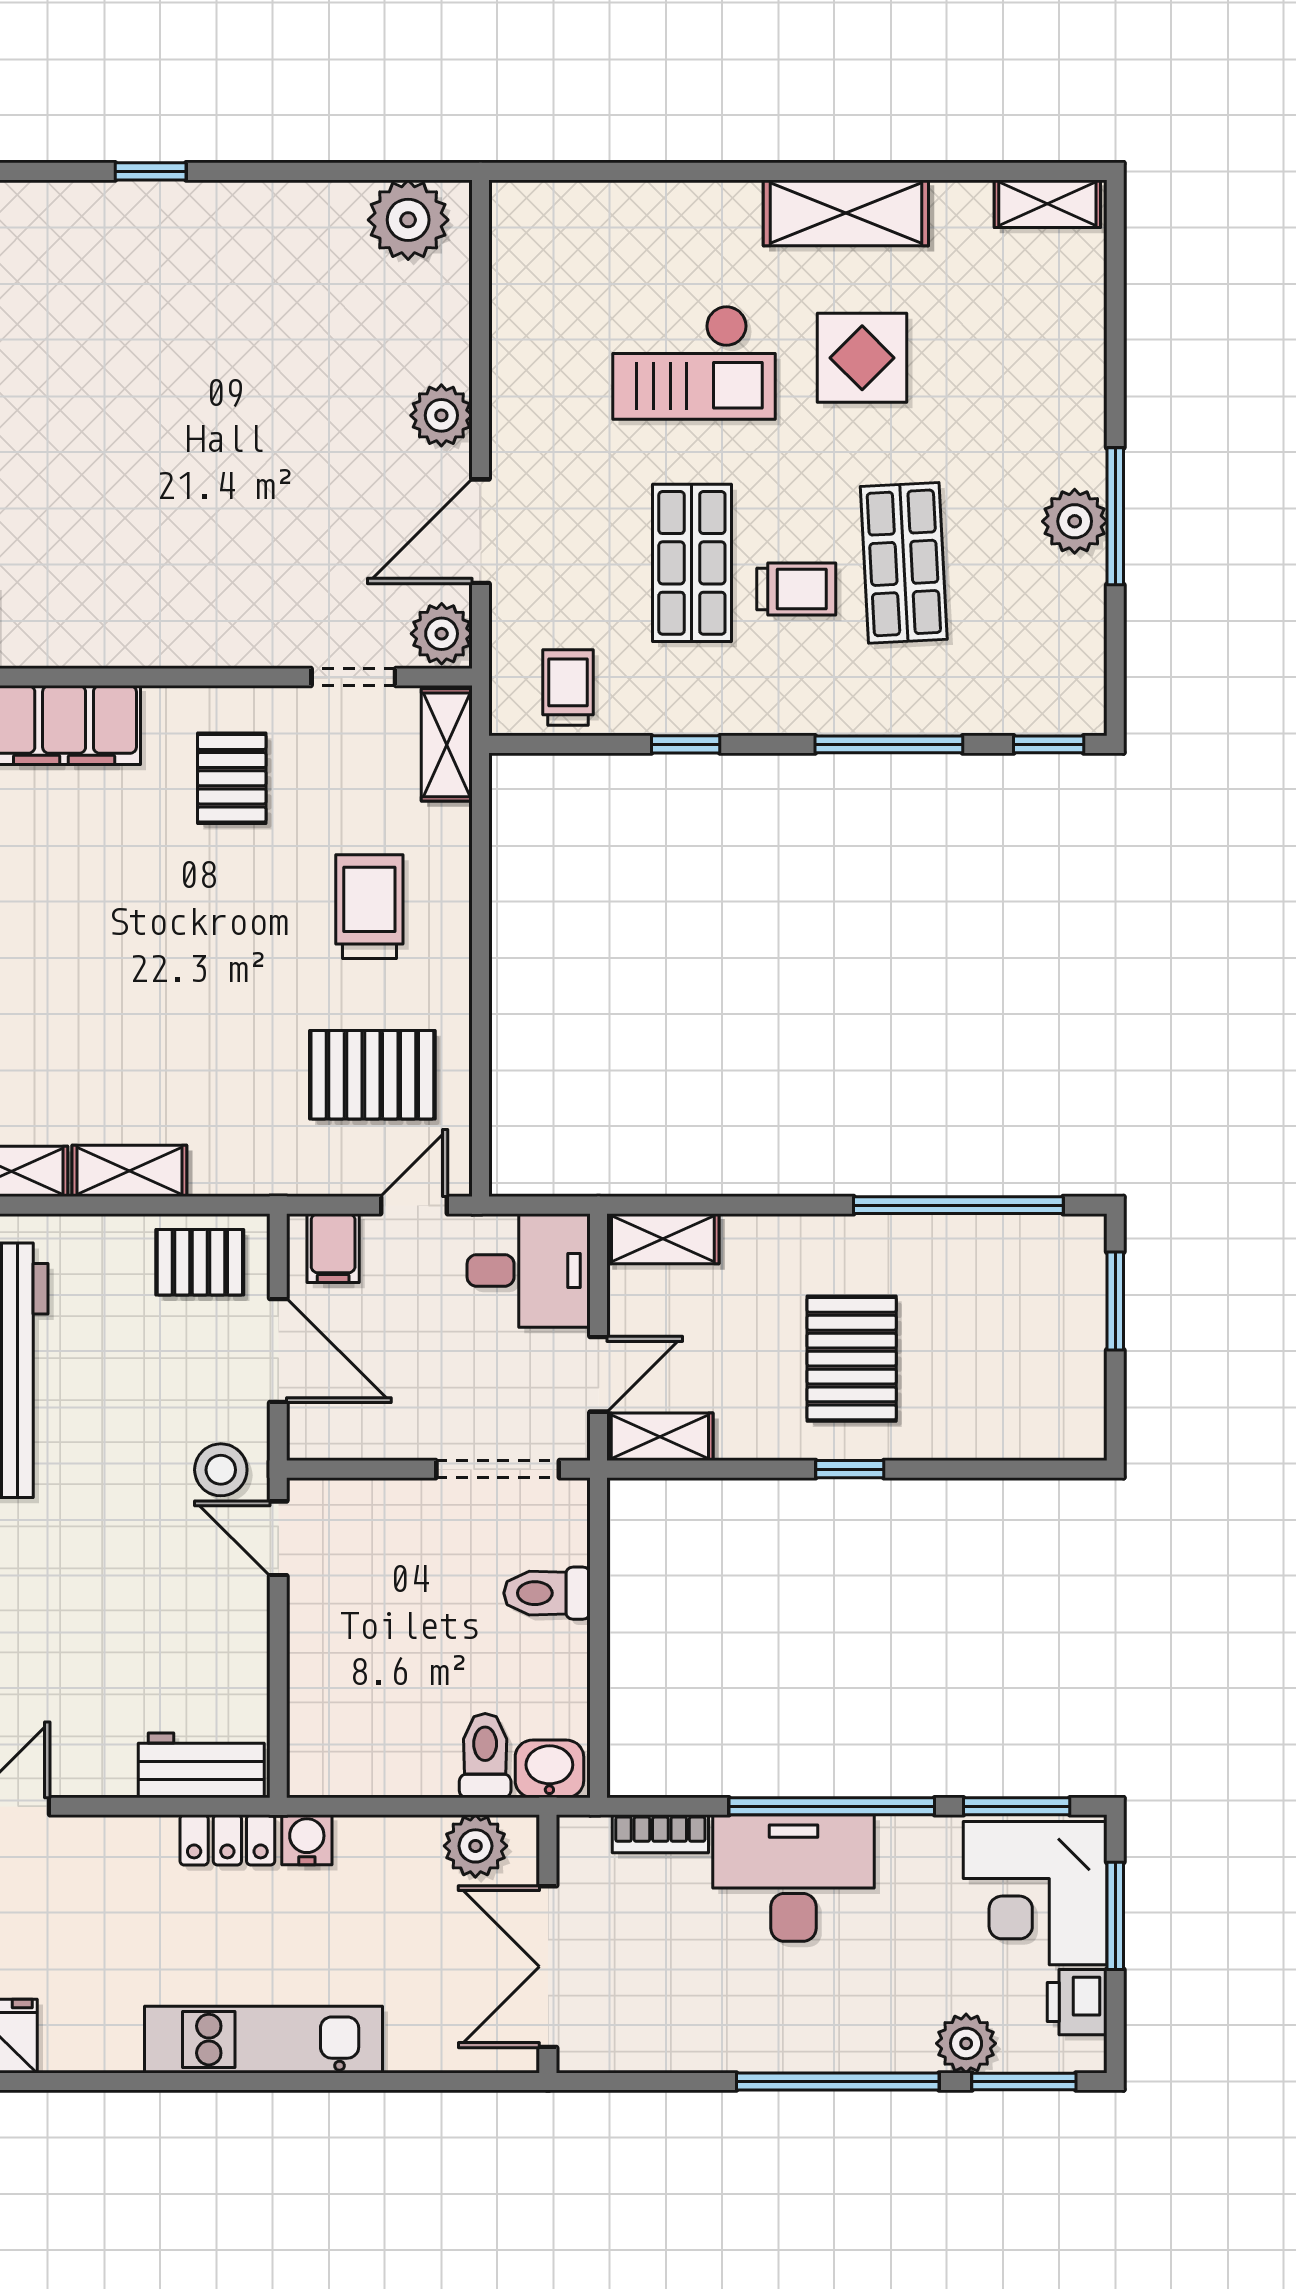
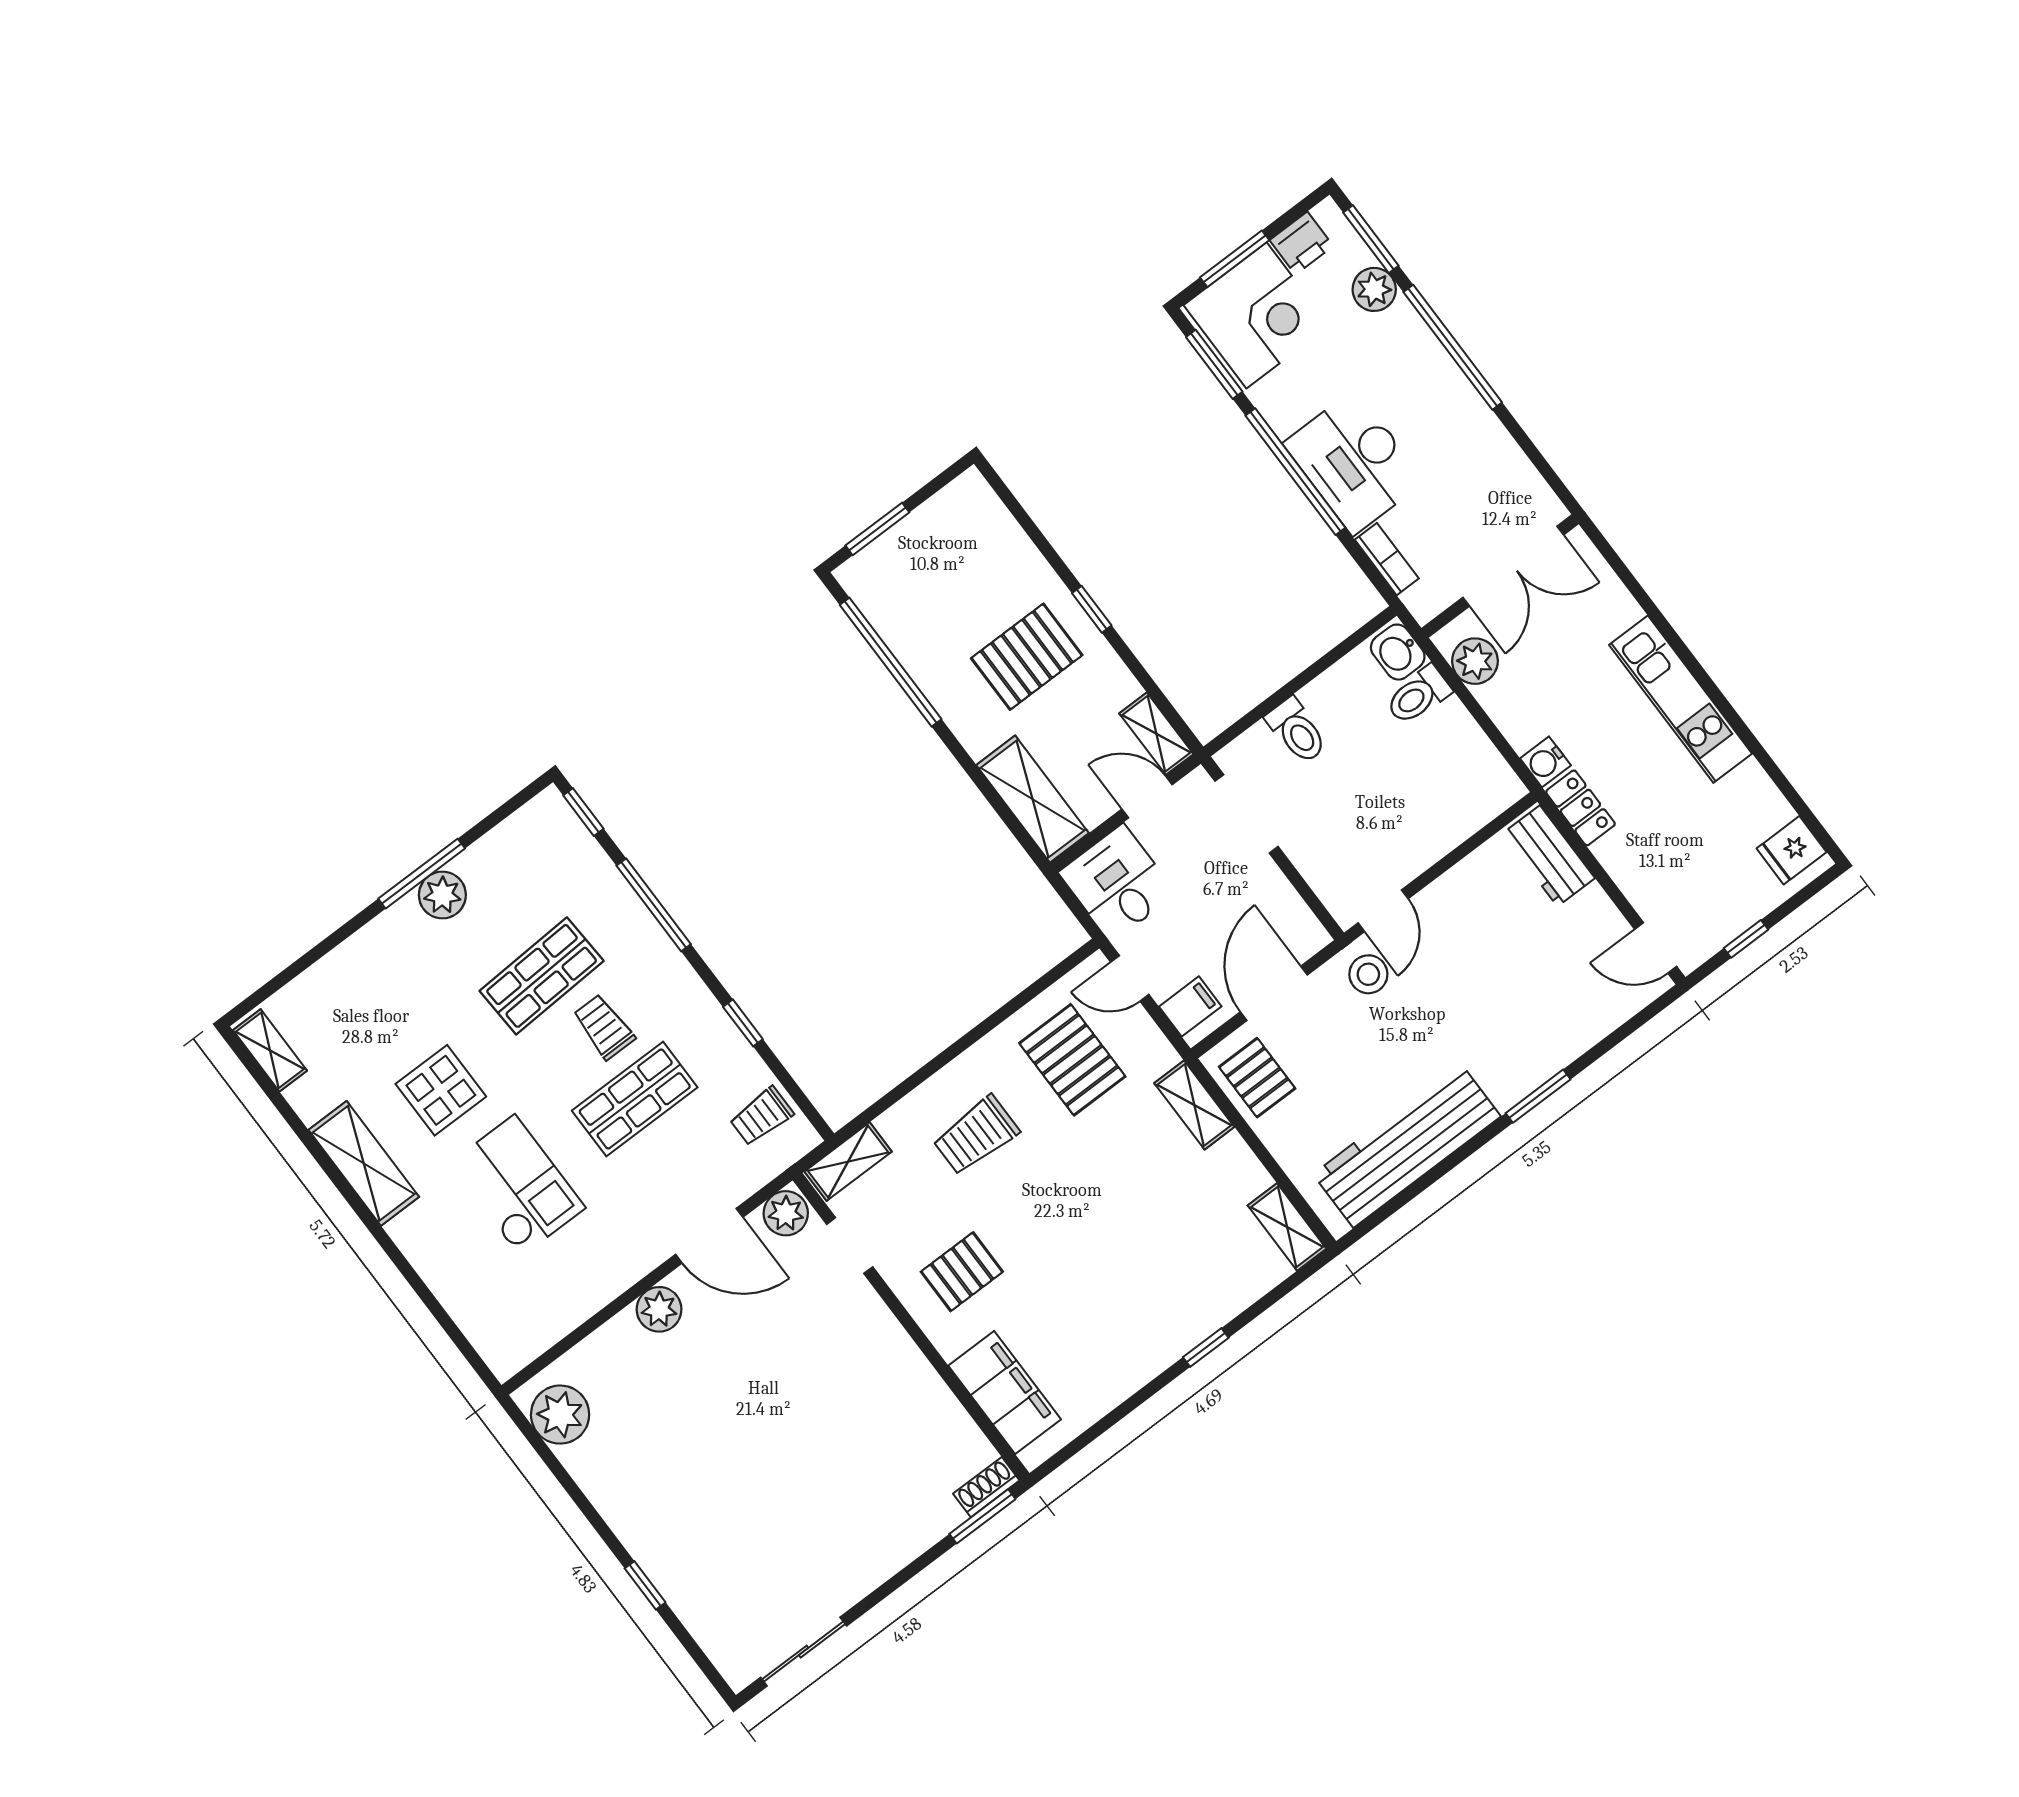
shelving: (129, 1171) -> (1194, 1105), moved
shelving: (663, 1239) -> (1033, 799), width x1.50, depth x1.33

